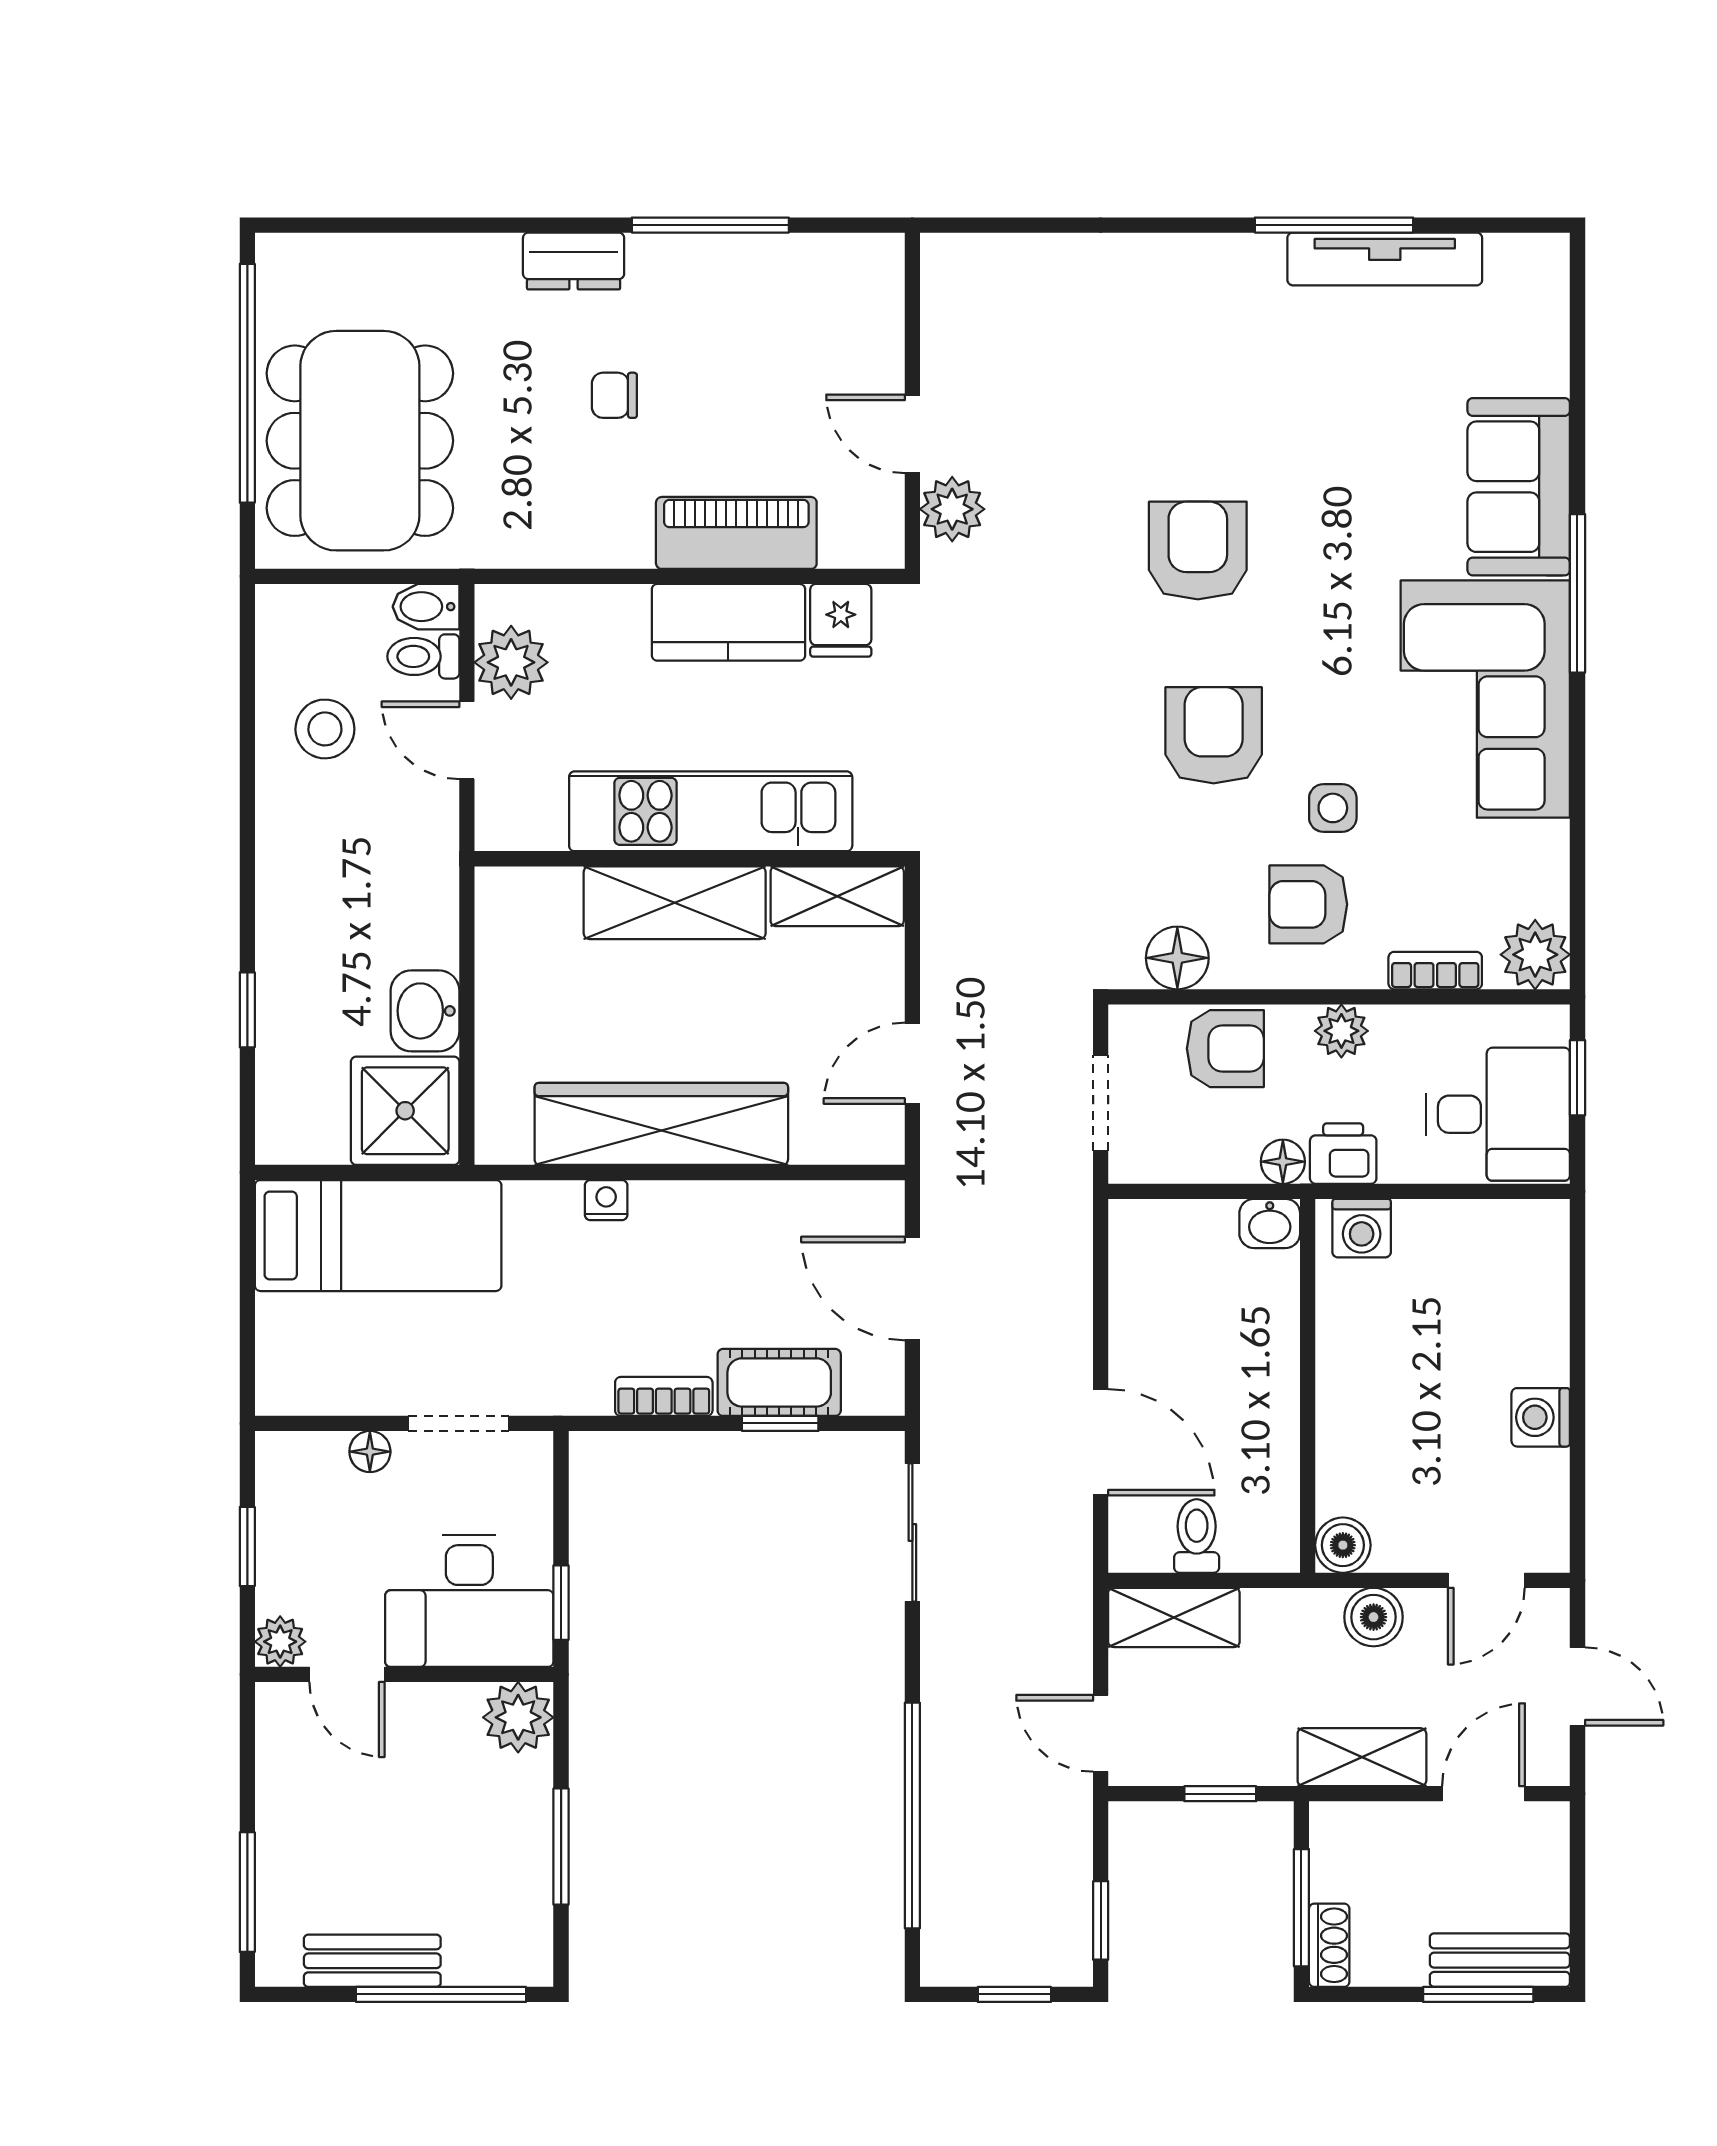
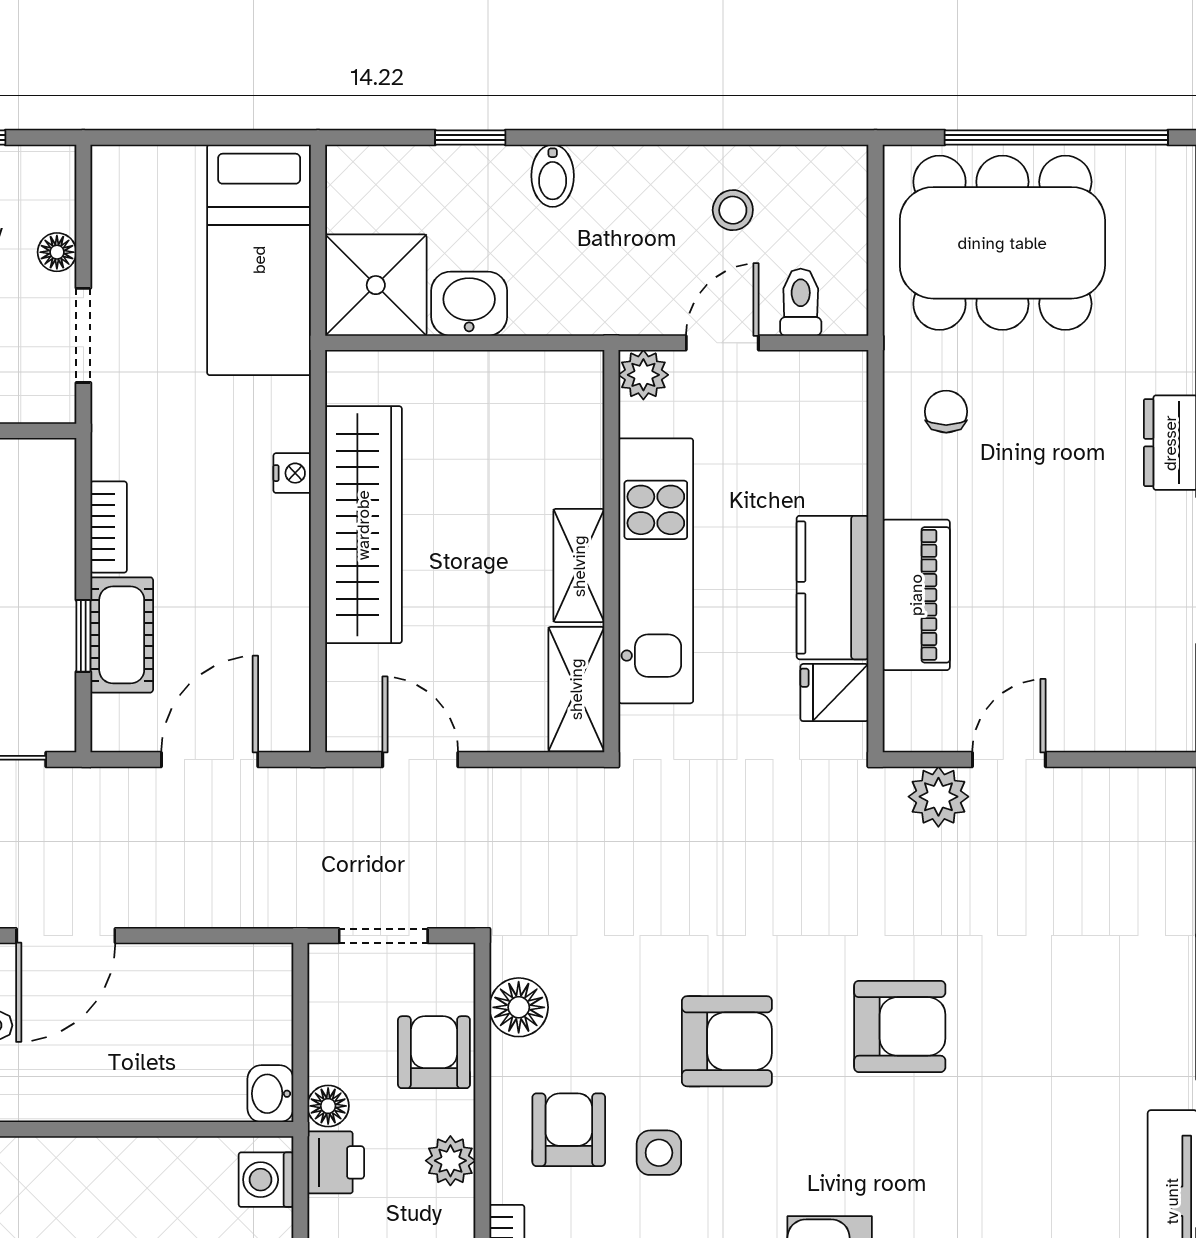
chair: (614, 395) -> (946, 412), moved
bidet: (426, 607) -> (553, 176), moved, turned 180
plant: (511, 662) -> (643, 375), moved, width x0.73, depth x0.73
stool: (325, 729) -> (733, 210), width x0.73, depth x0.73
shelving: (675, 903) -> (579, 566), width x0.67, depth x0.75
armchair: (1225, 1049) -> (434, 1052), turned 180

